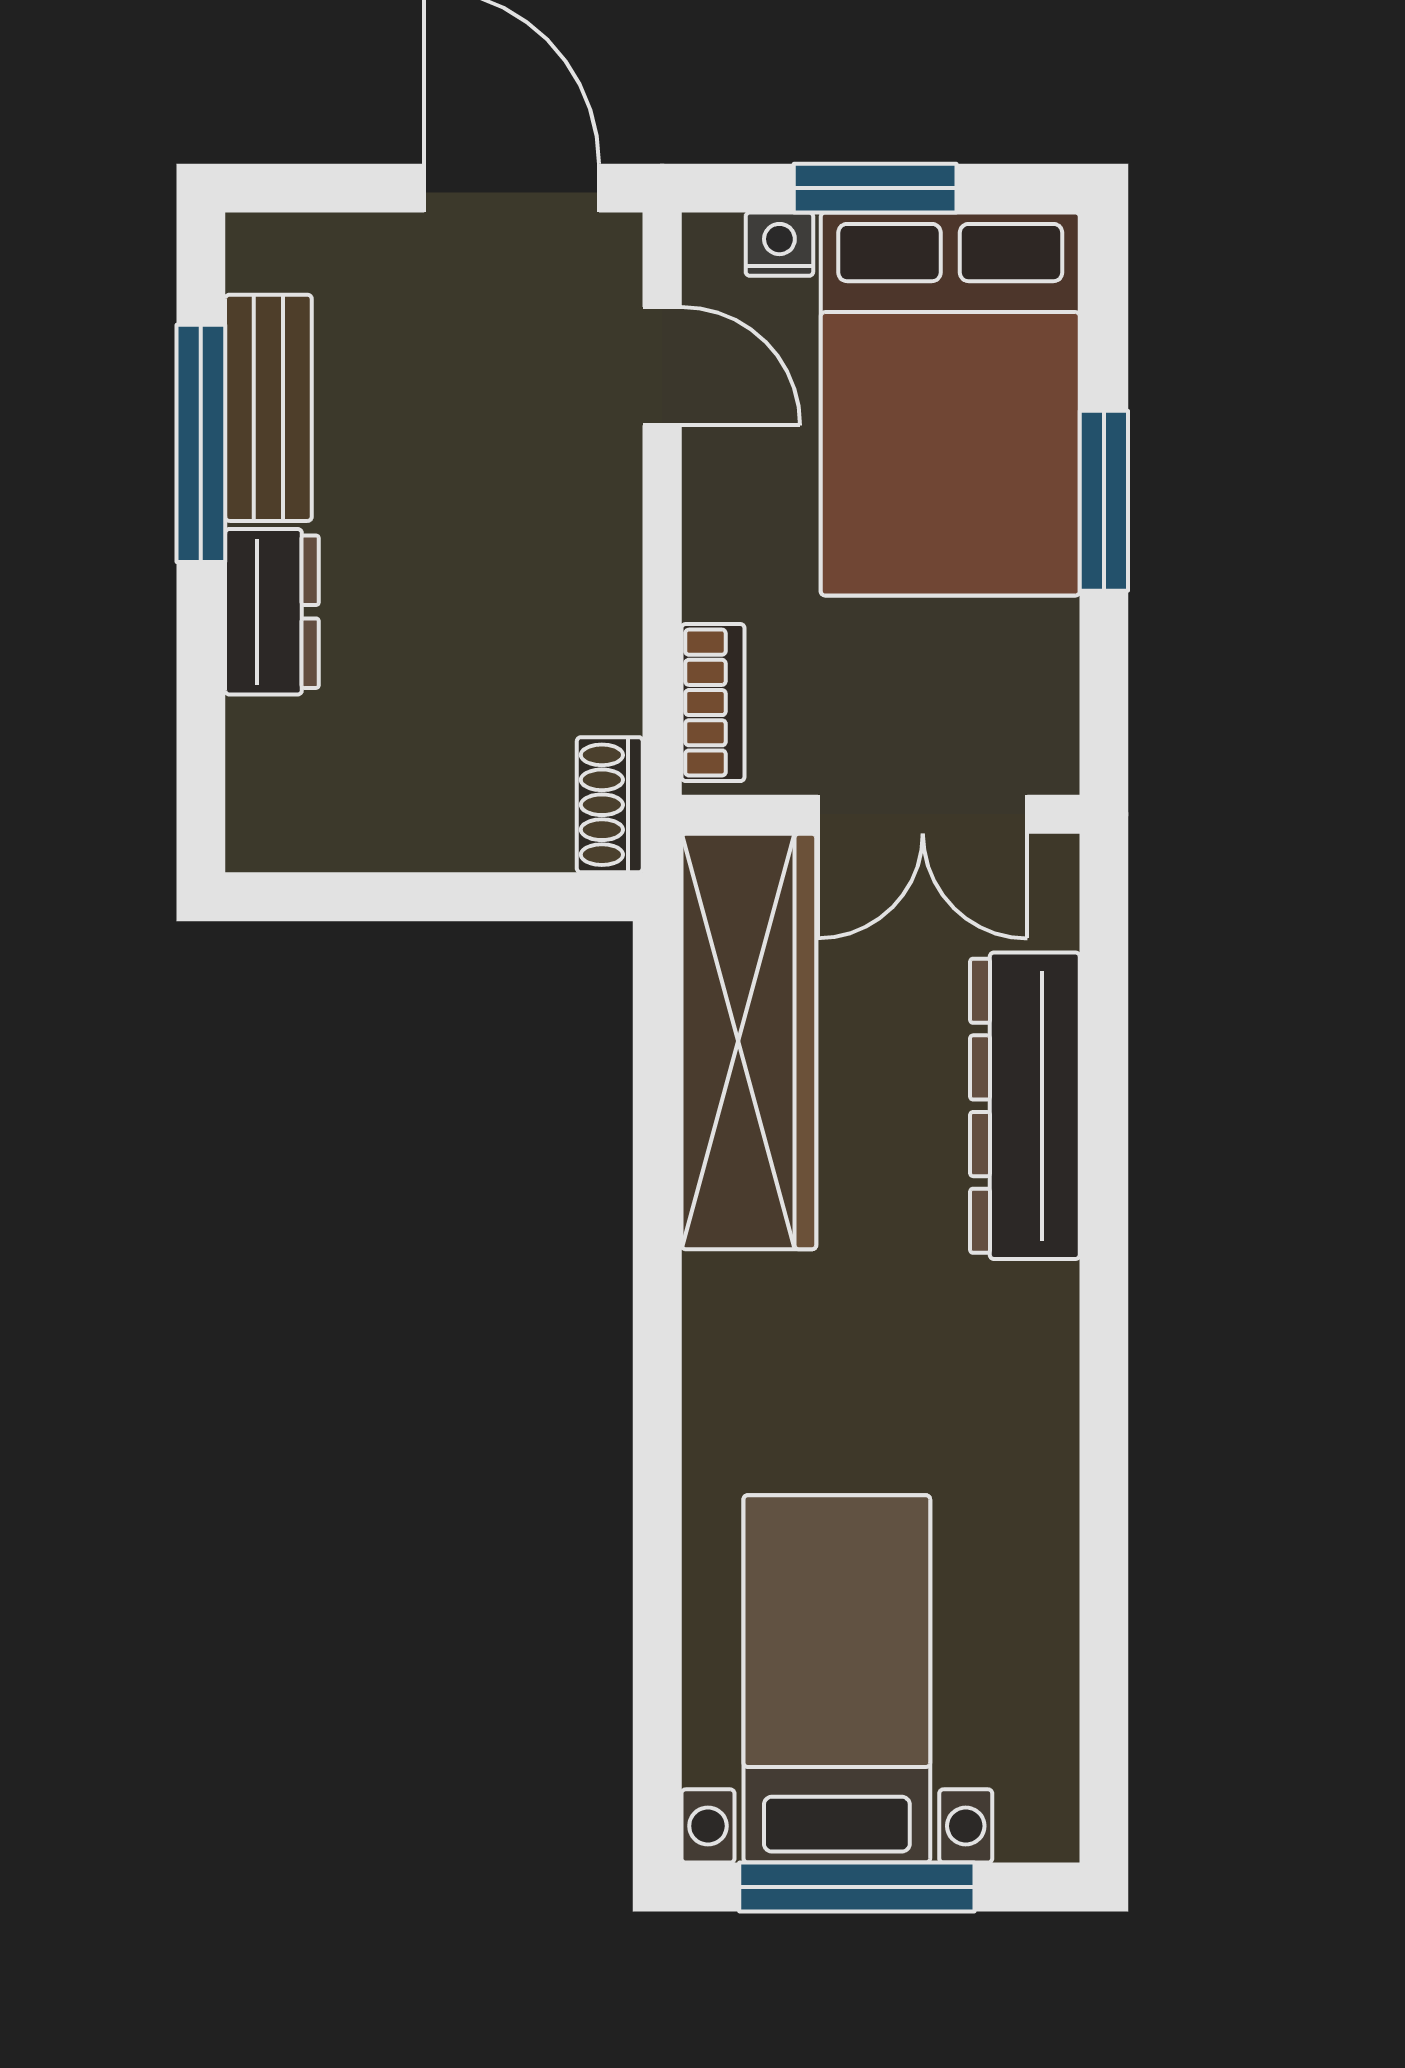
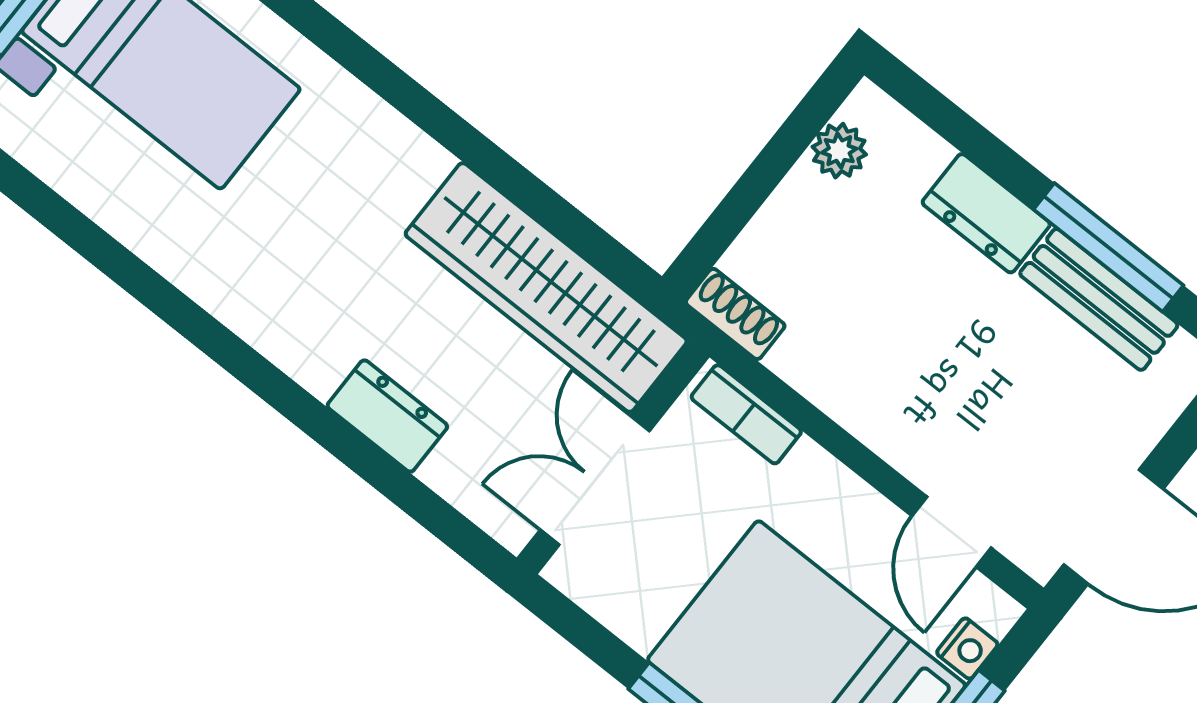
door: (662, 366) -> (952, 532), hinge flipped
plant: (333, 833) -> (839, 151), added
dresser: (1025, 1106) -> (387, 416), width x0.51, depth x0.80

